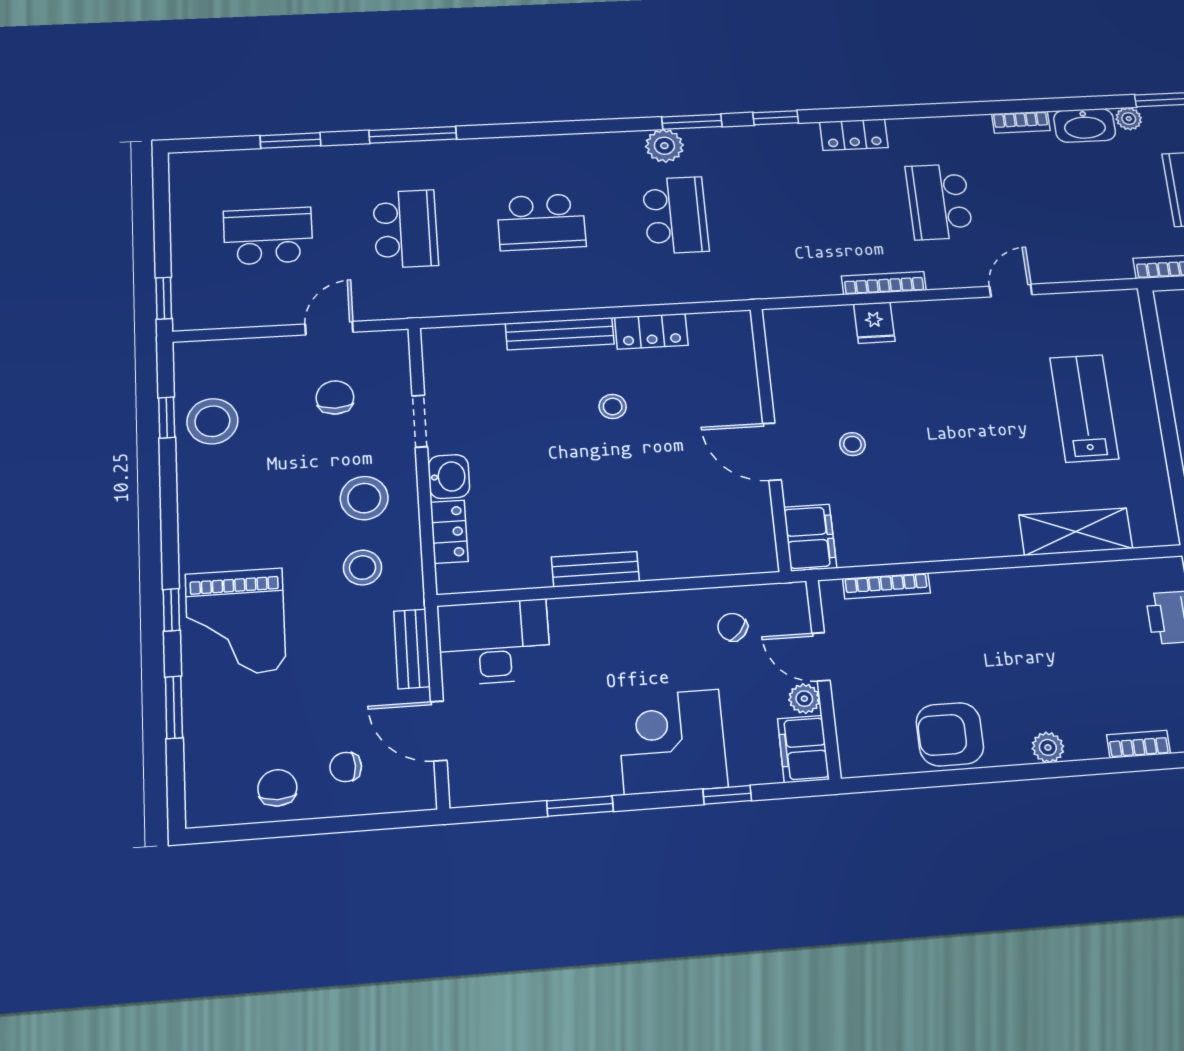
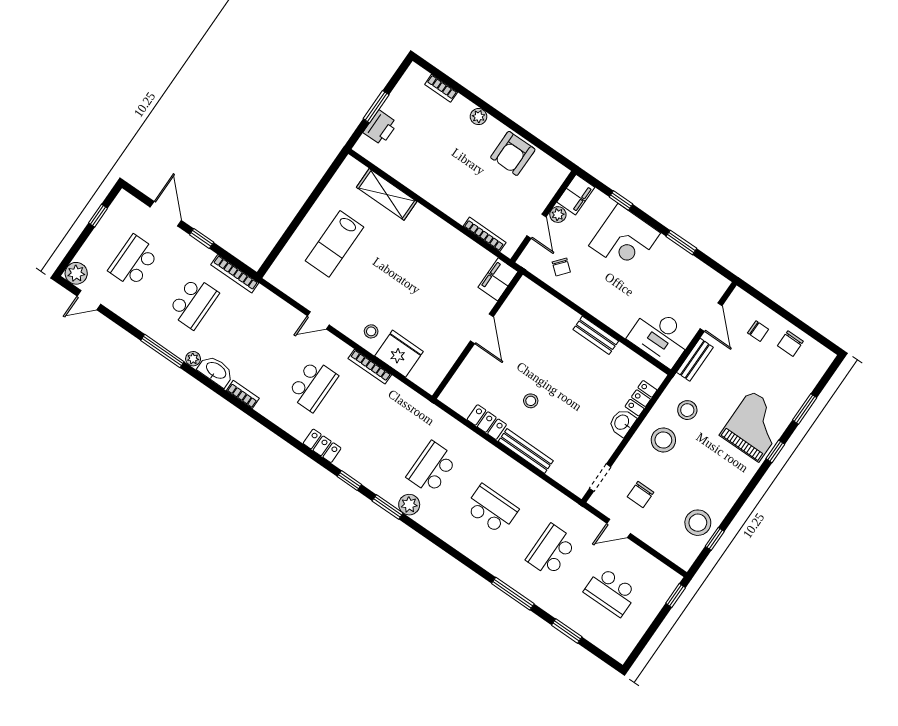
fridge: (874, 323) -> (399, 354), width x1.88, depth x1.34
doorway: (420, 421) -> (600, 478), moved
stool: (852, 444) -> (371, 331), moved
armchair: (950, 734) -> (513, 153), turned 90

